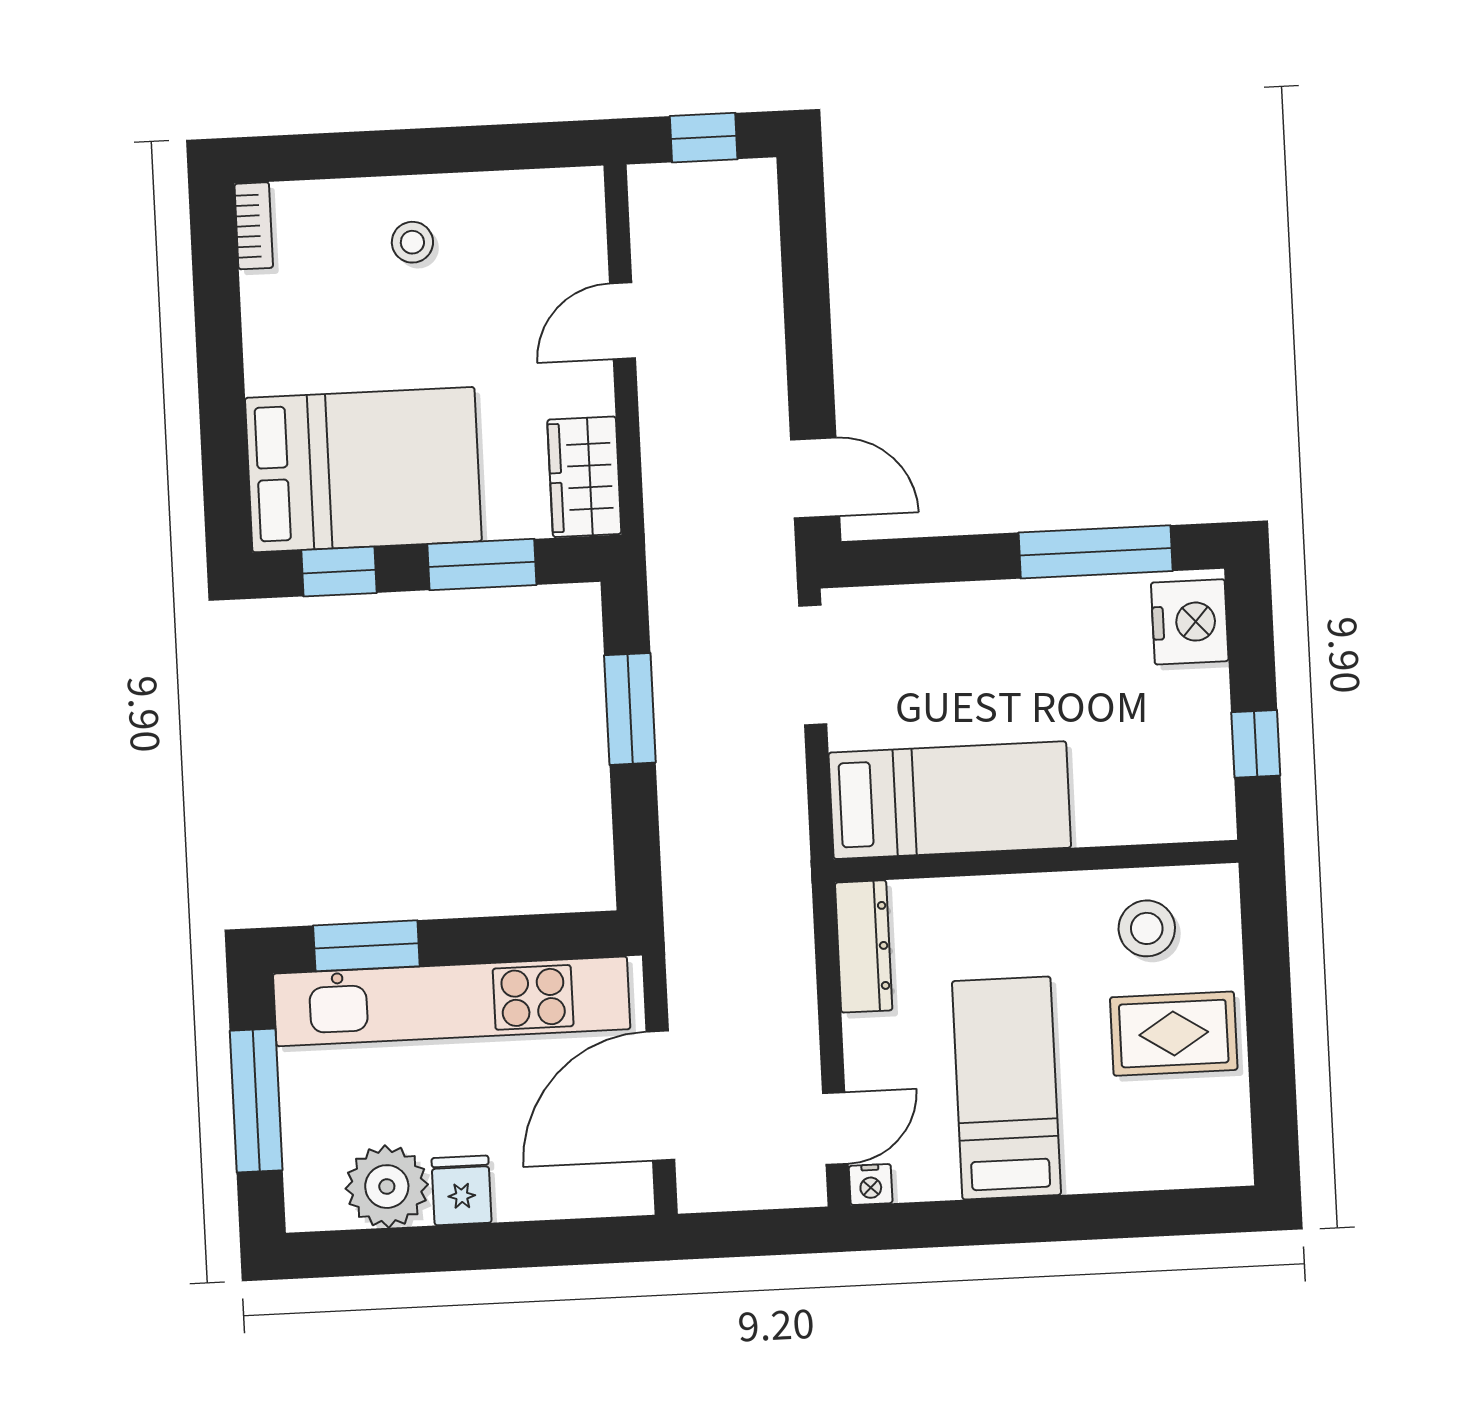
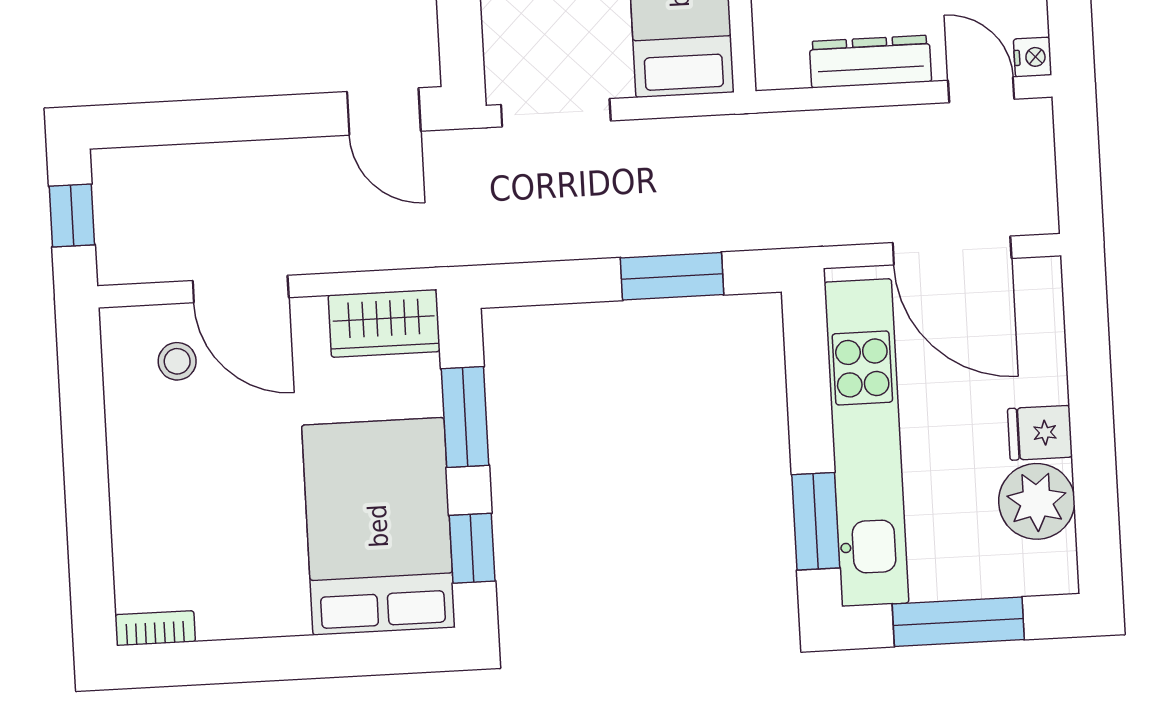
stool: (412, 242) -> (177, 361), moved
door: (623, 321) -> (241, 289), width x1.38
door: (815, 478) -> (384, 111), swing flipped
window: (630, 709) -> (672, 276), moved
dresser: (864, 946) -> (870, 62), moved

